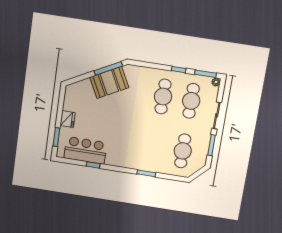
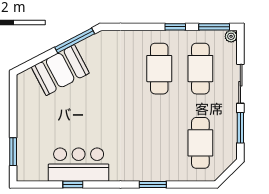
booth: (109, 82) -> (60, 70), moved
fridge: (68, 119) -> (26, 123), removed
bar counter: (85, 150) -> (79, 165), moved

